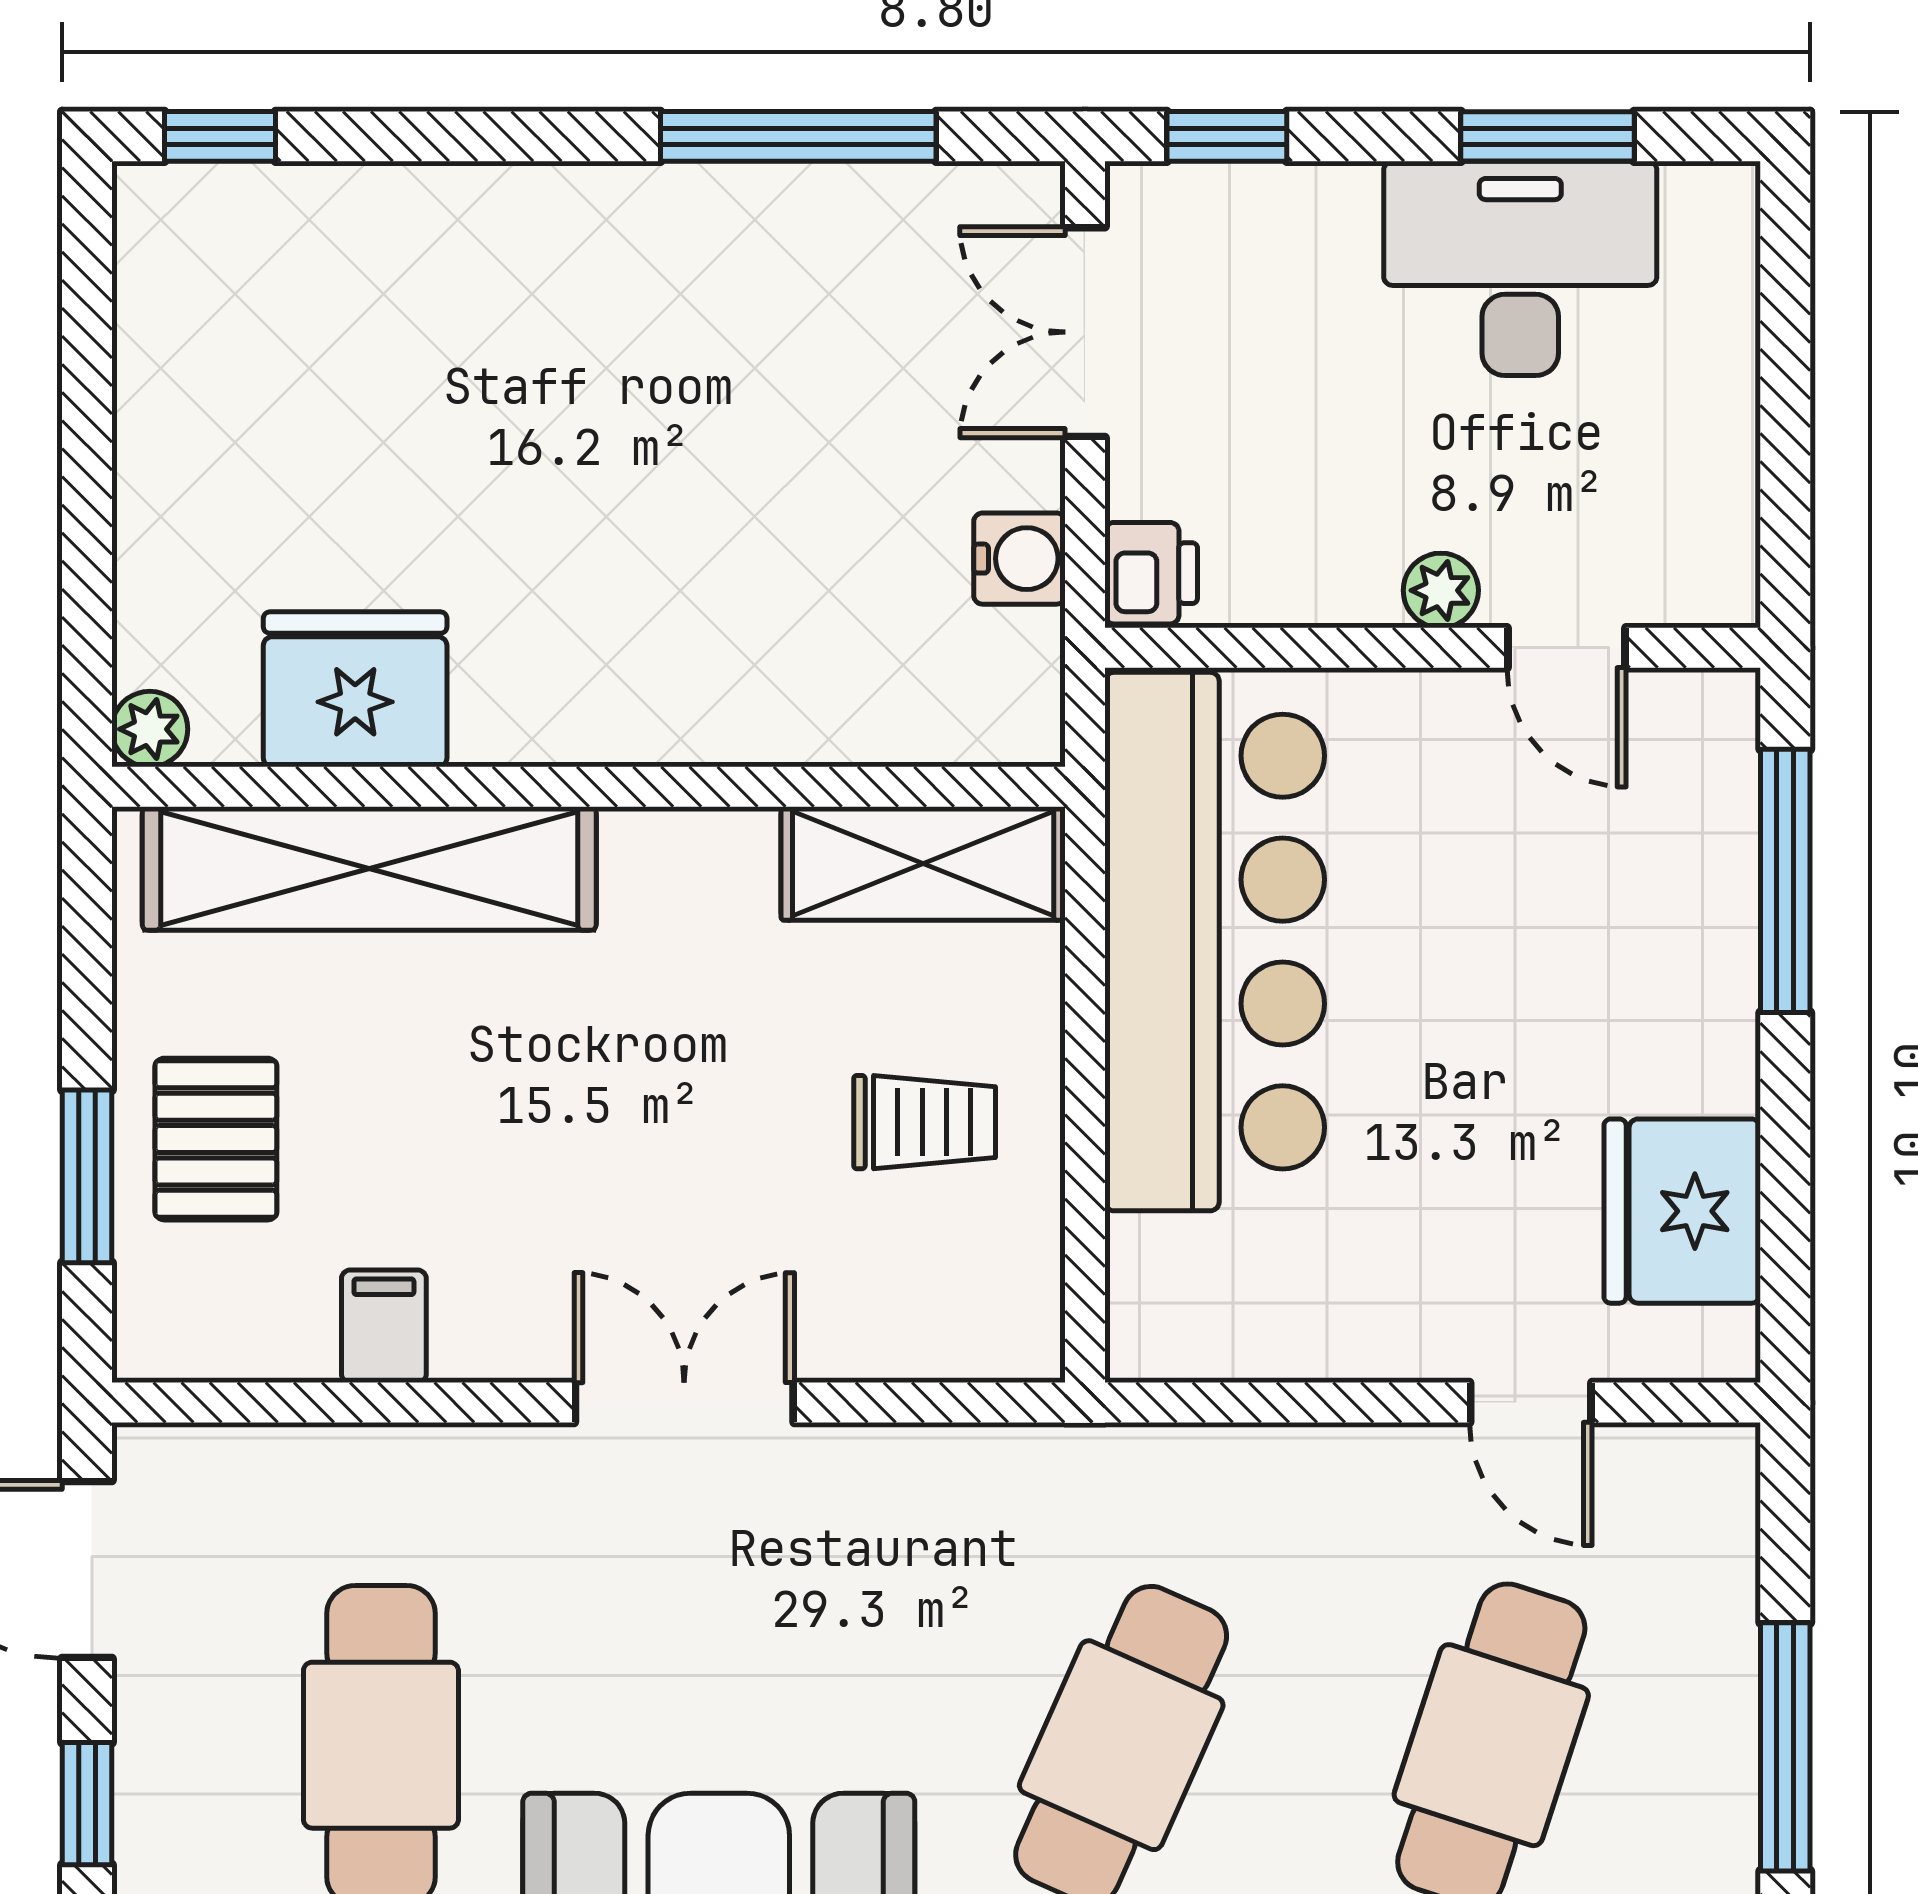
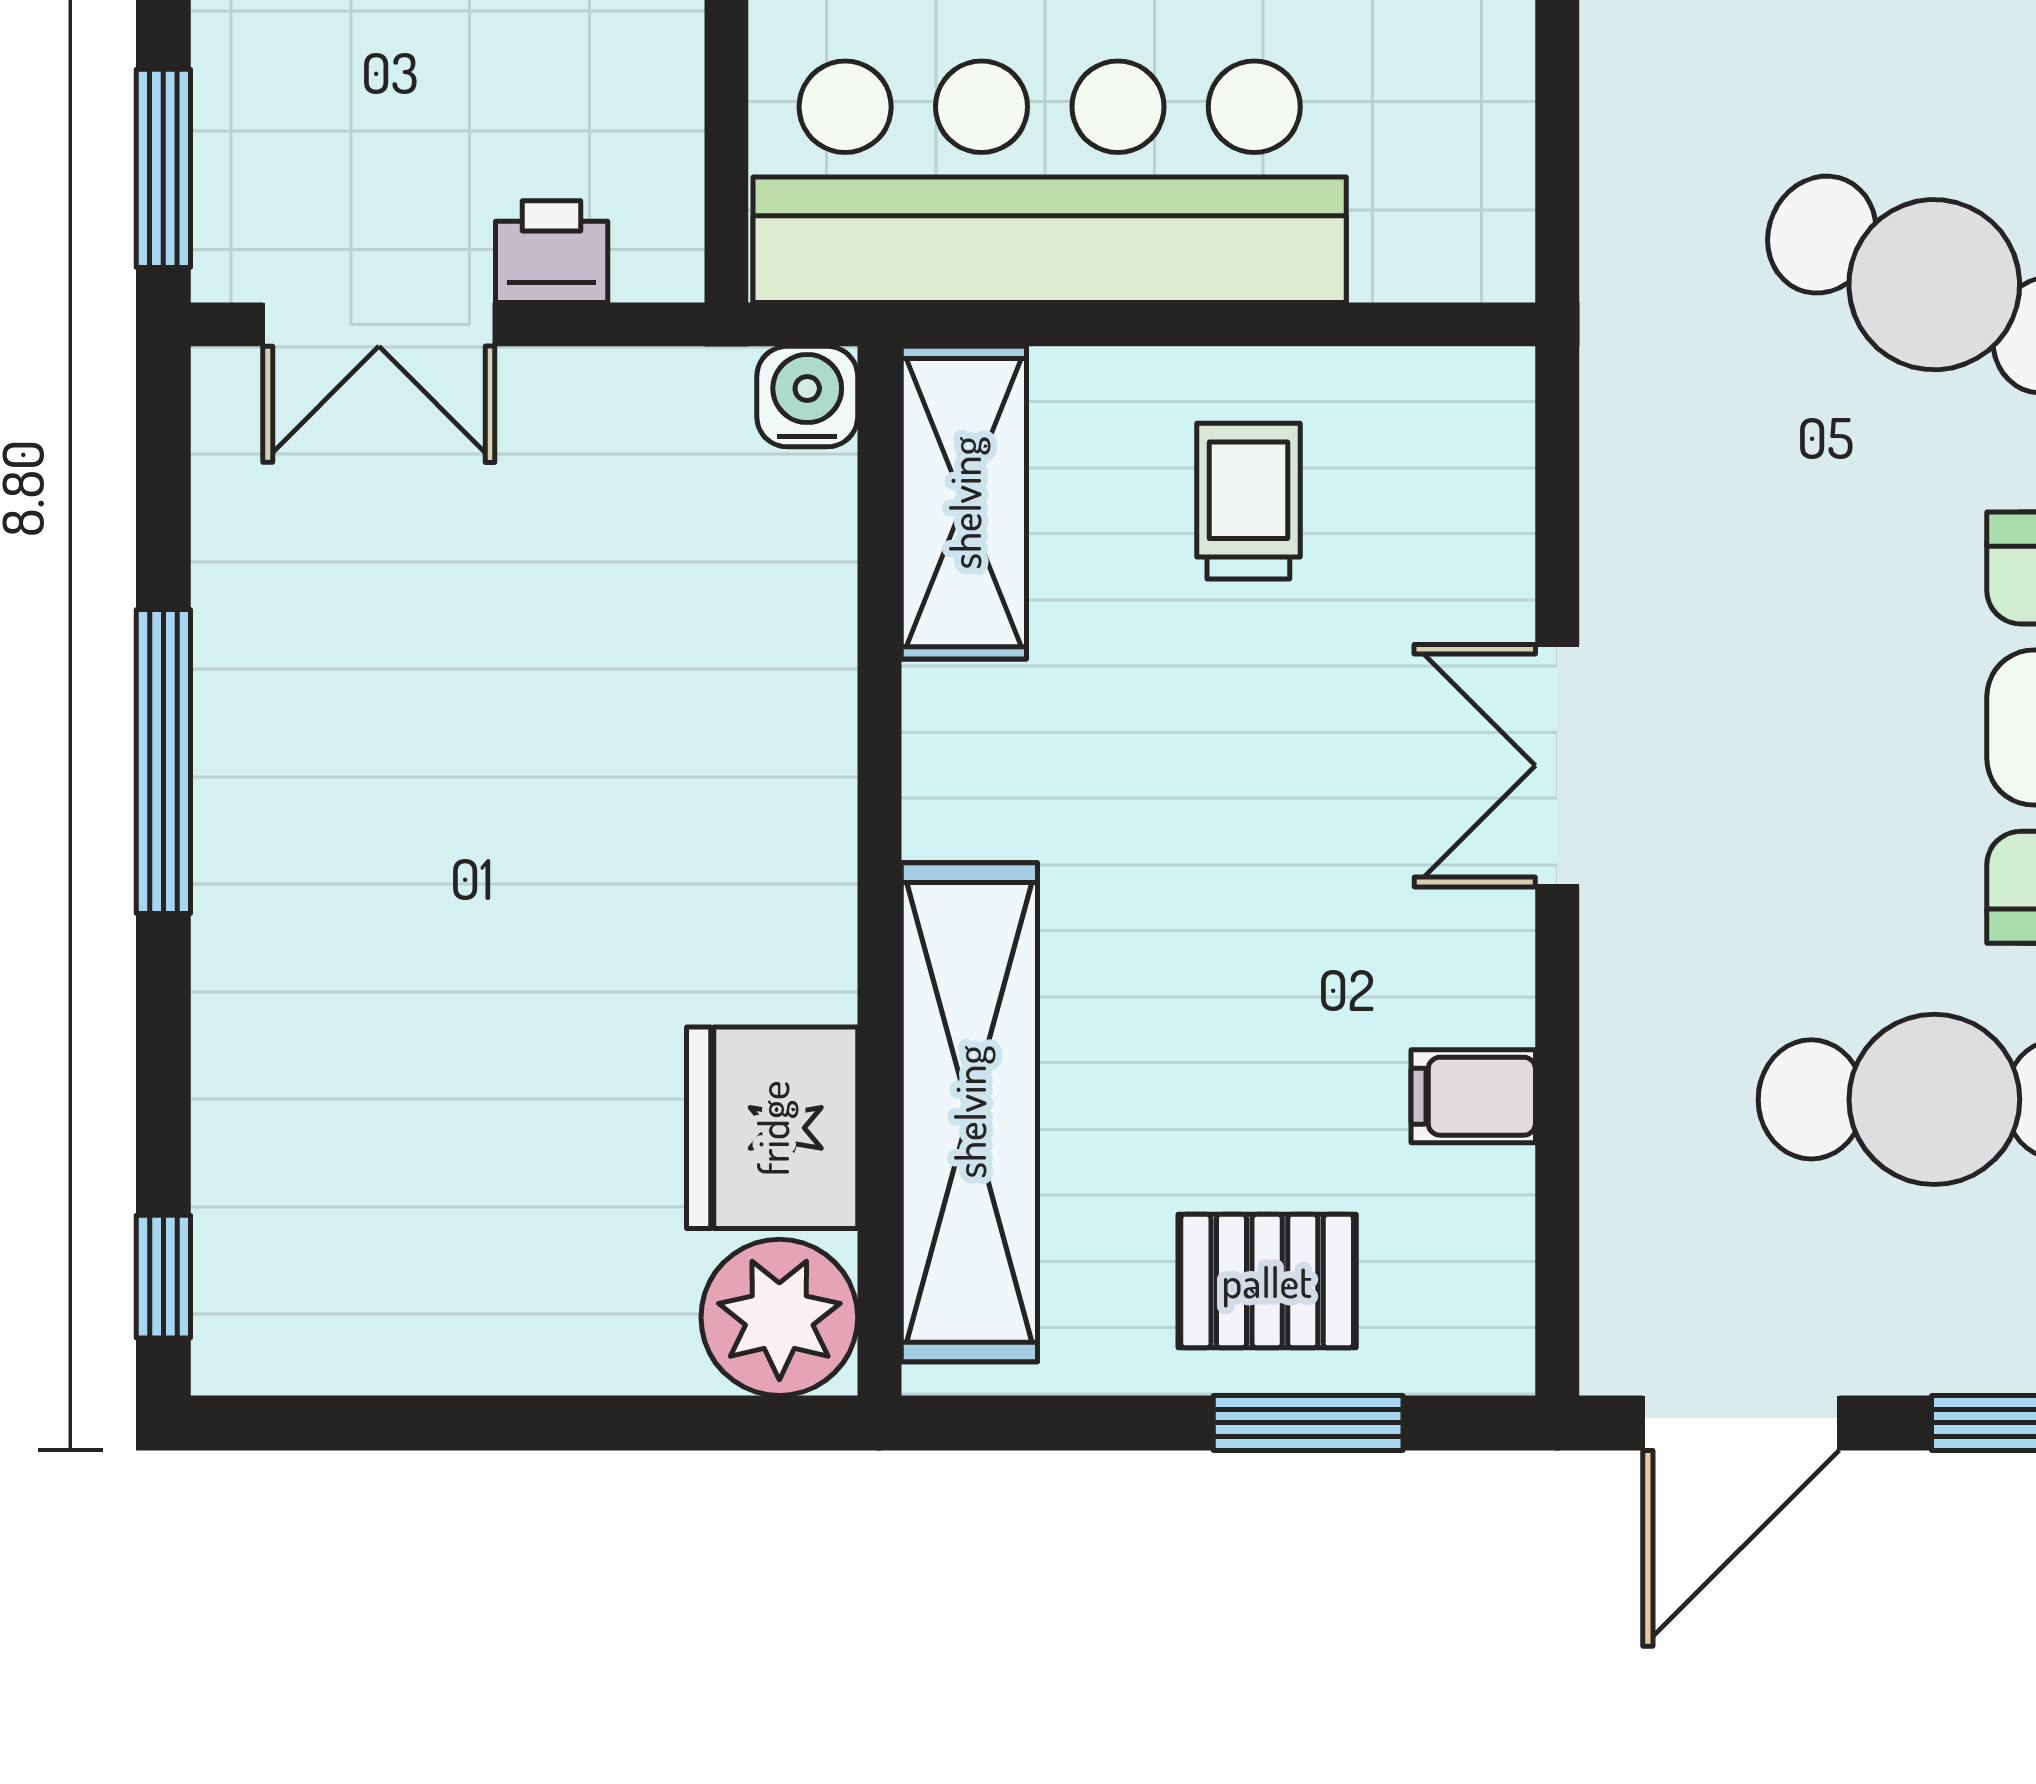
window: (798, 136) -> (163, 761), moved
window: (1227, 136) -> (163, 168), width x1.50
water cooler: (1019, 559) -> (807, 397), moved
printer: (1151, 573) -> (552, 252), moved
plant: (150, 729) -> (779, 1317), width x1.87, depth x1.87

